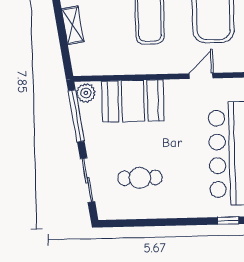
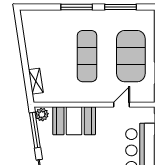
shelving: (73, 25) -> (36, 81), moved

